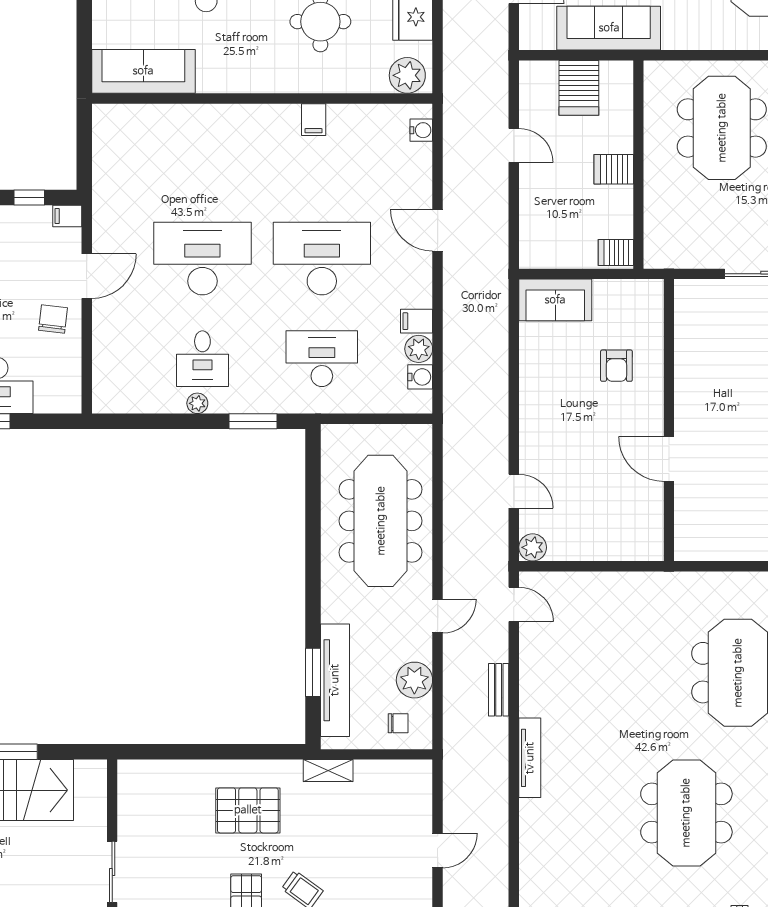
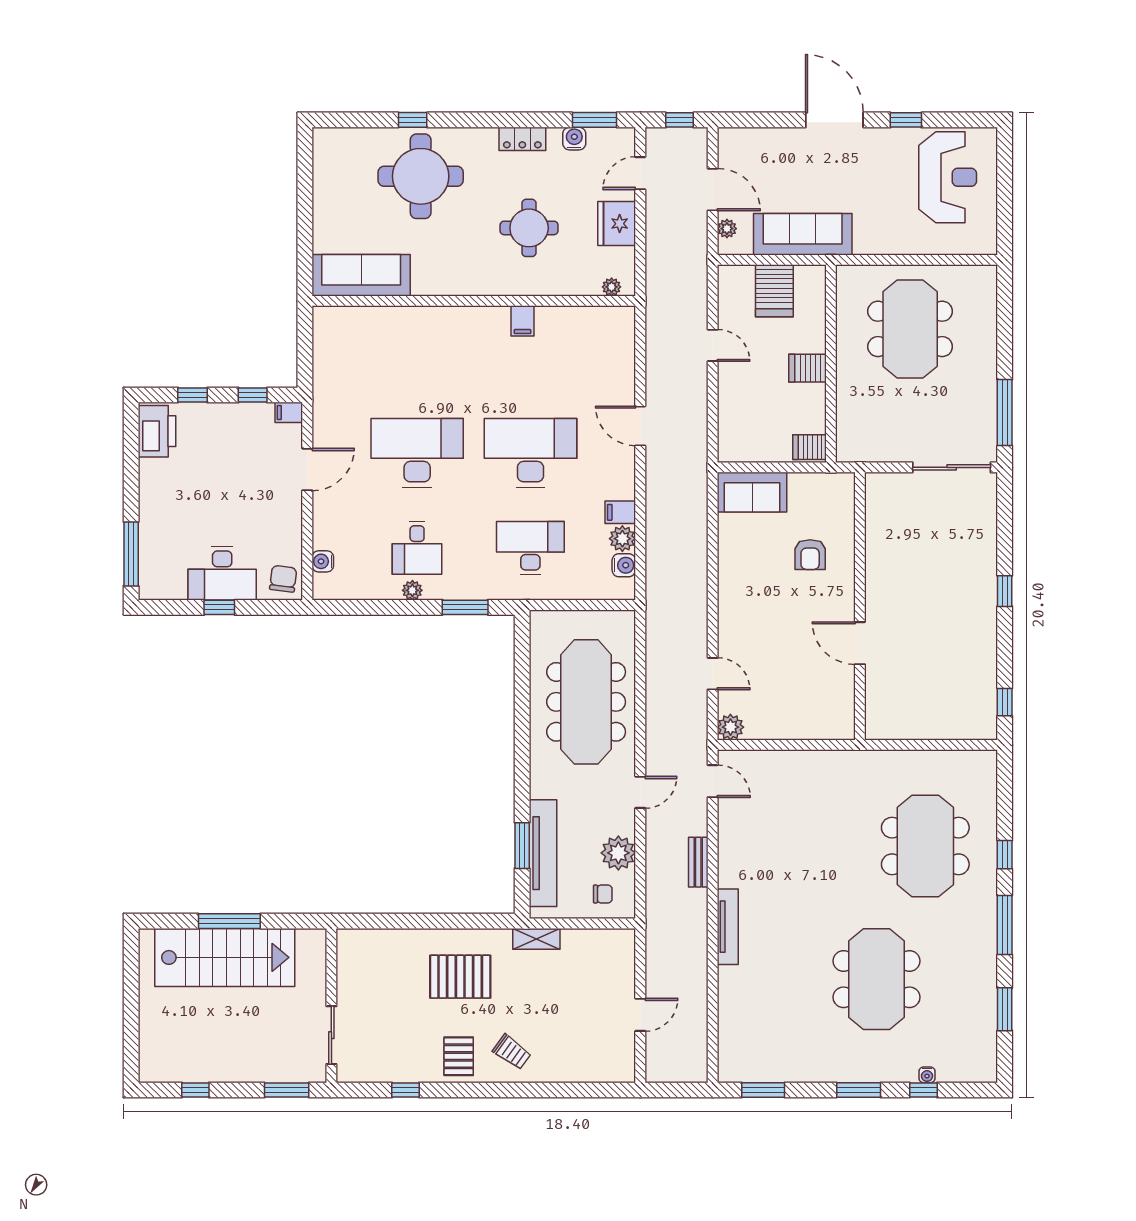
plant: (529, 22) -> (727, 229), added
plant: (407, 75) -> (612, 287), width x0.53, depth x0.53
water cooler: (421, 130) -> (323, 561), moved, turned 180
chair: (53, 319) -> (283, 579), moved

